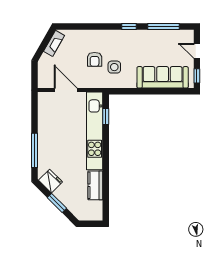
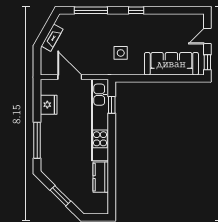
window: (164, 26) -> (91, 10), moved
fireplace: (54, 43) -> (52, 38), moved
door: (197, 51) -> (207, 36), hinge flipped
armchair: (95, 59) -> (100, 45), removed
fridge: (51, 181) -> (49, 105), moved, turned 45

